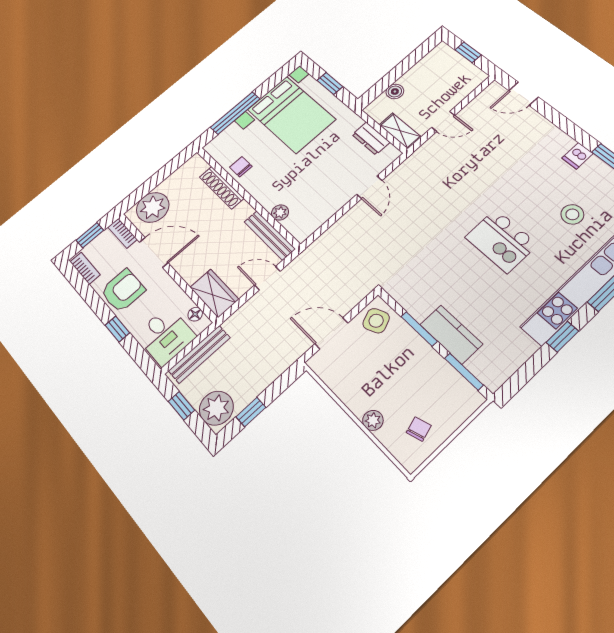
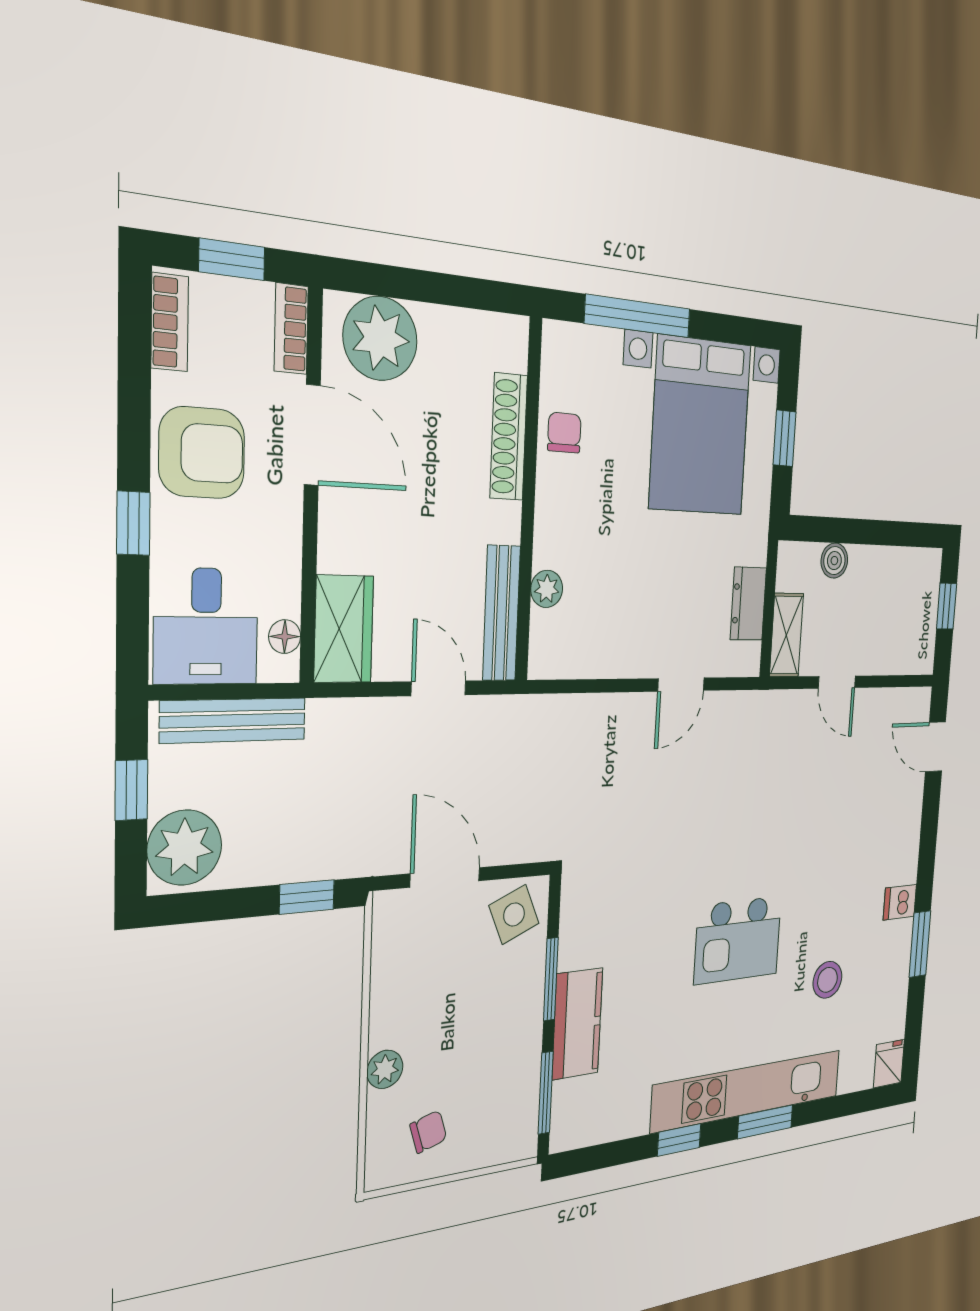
kitchen island: (501, 241) -> (738, 940), turned -90
window: (251, 412) -> (307, 897), moved

